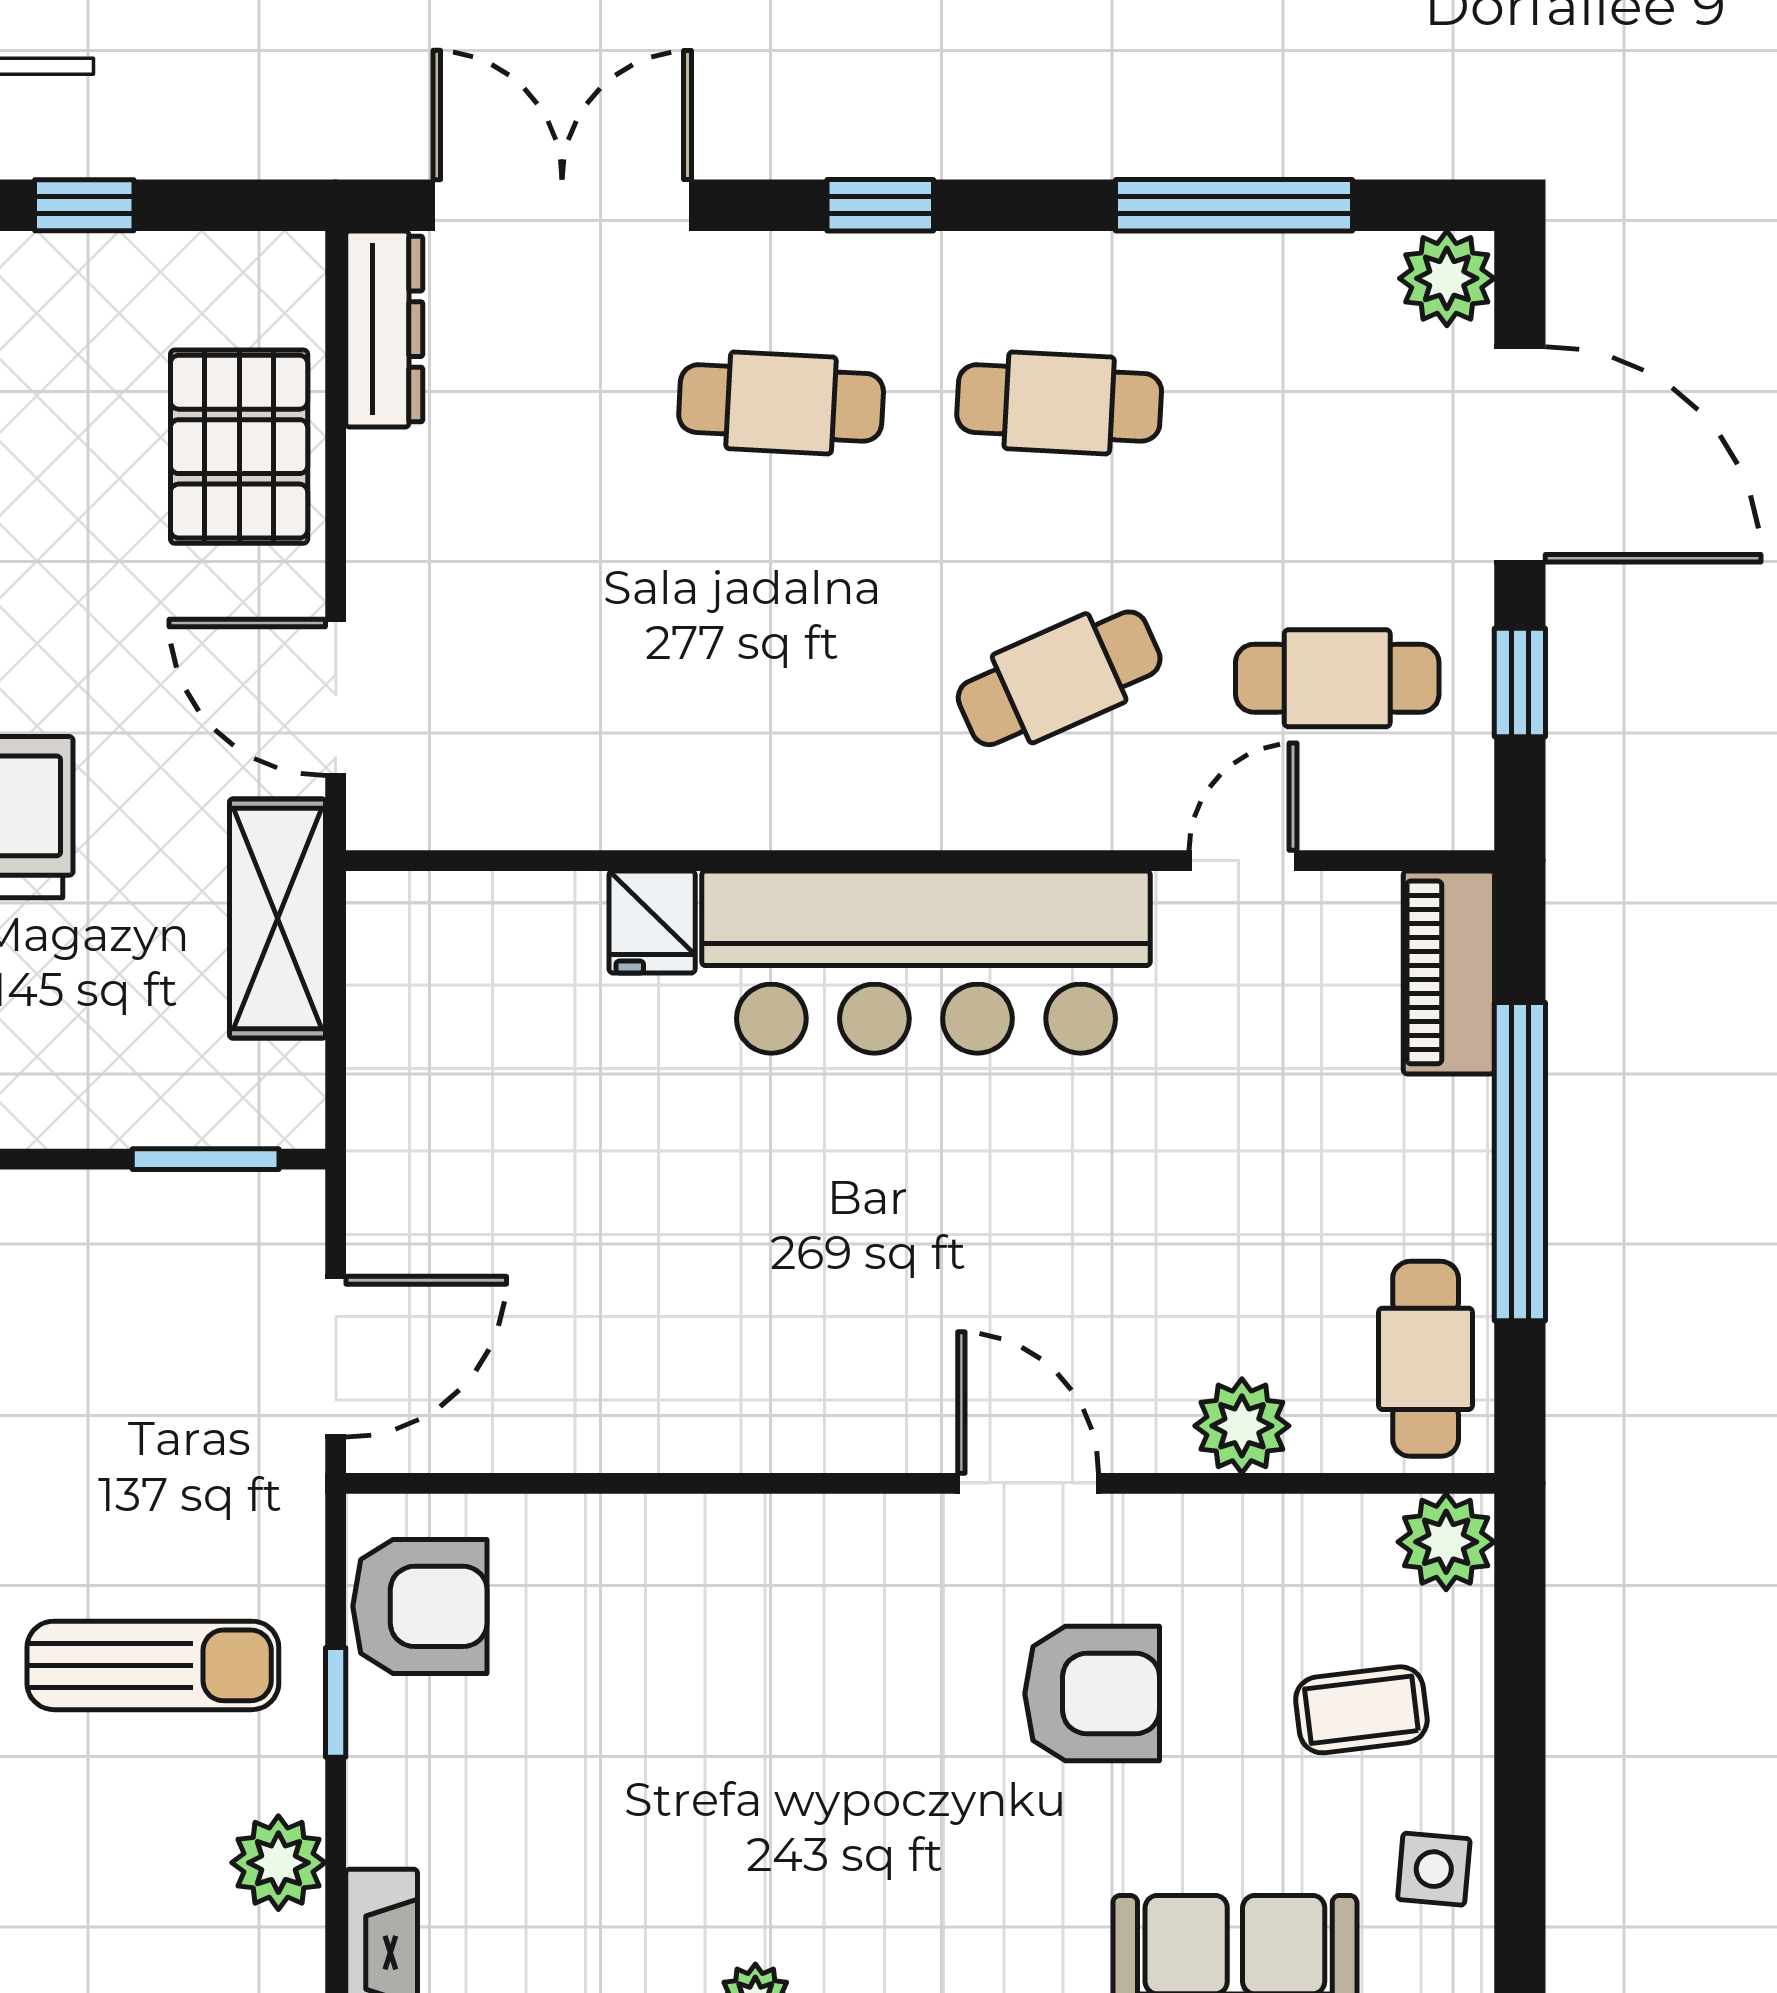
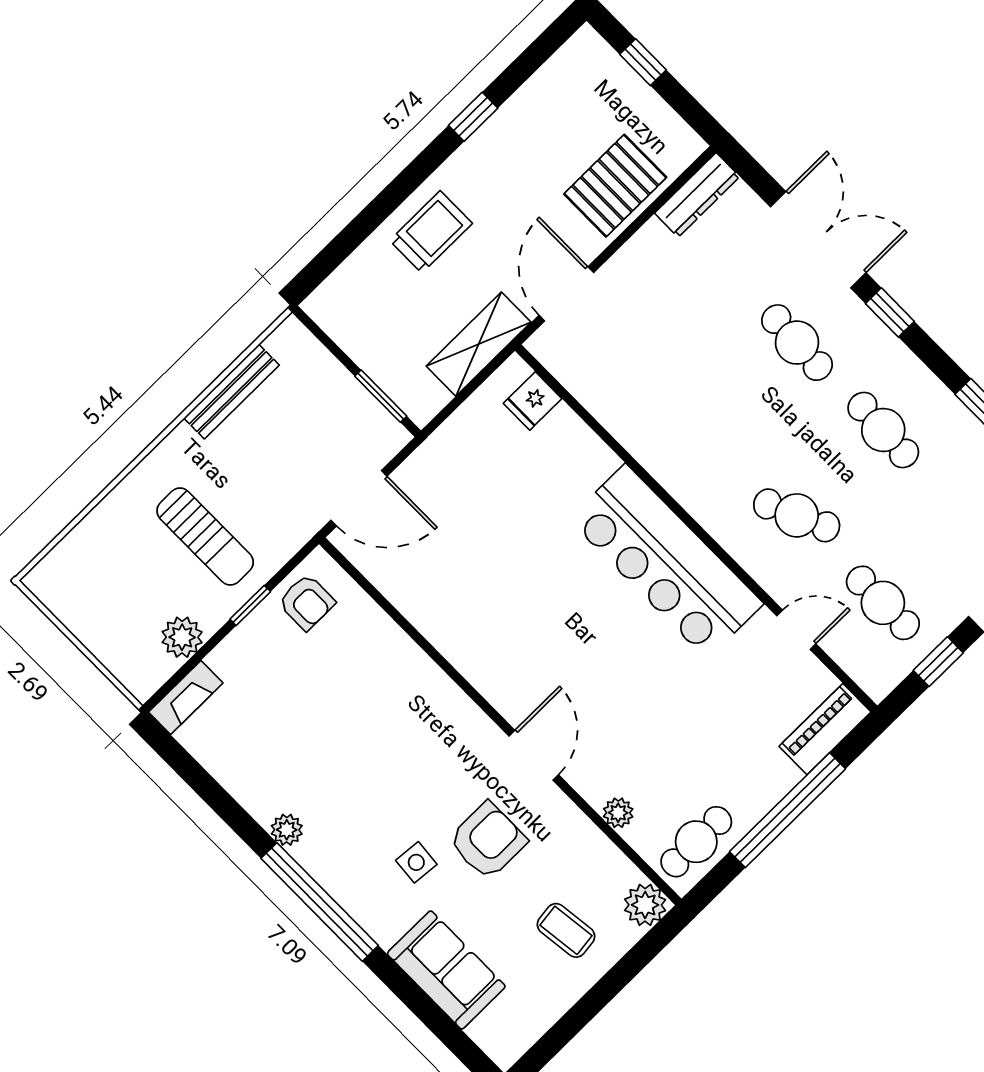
double door: (562, 205) -> (818, 240), moved
fridge: (652, 922) -> (533, 401), moved
plant: (1242, 1426) -> (618, 813), width x0.73, depth x0.73
armchair: (420, 1606) -> (306, 602), width x0.72, depth x0.72
armchair: (1092, 1694) -> (488, 841), turned -90
side table: (1434, 1869) -> (416, 862), moved

